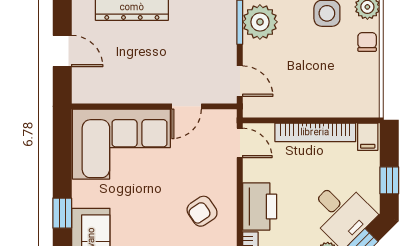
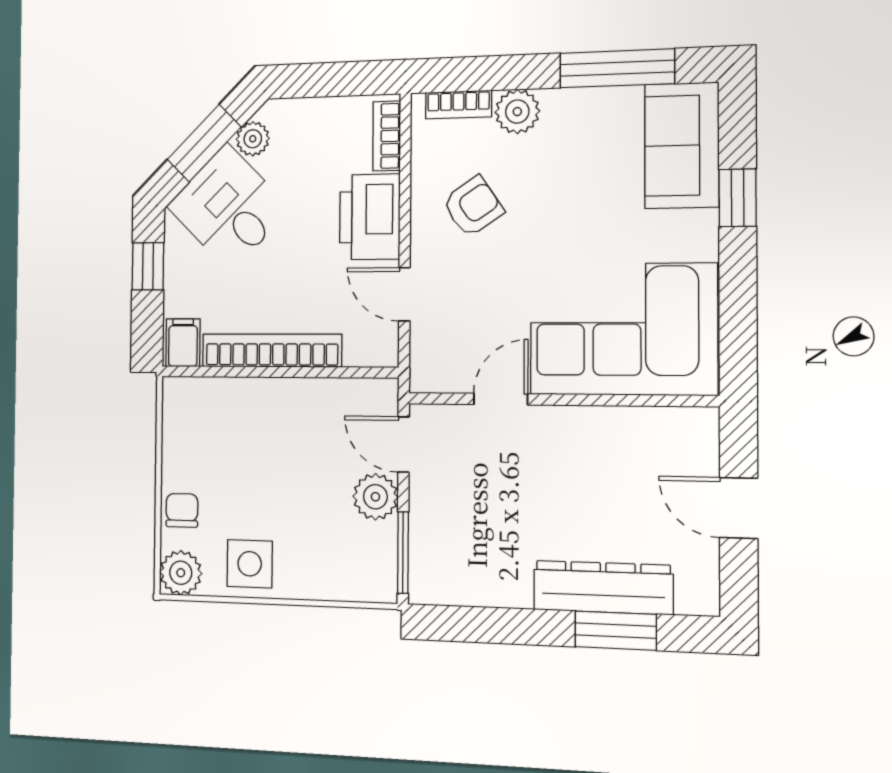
plant: (260, 22) -> (375, 497), moved, width x0.73, depth x0.73
chair: (367, 42) -> (182, 510), turned 180
door: (240, 143) -> (404, 294), moved

